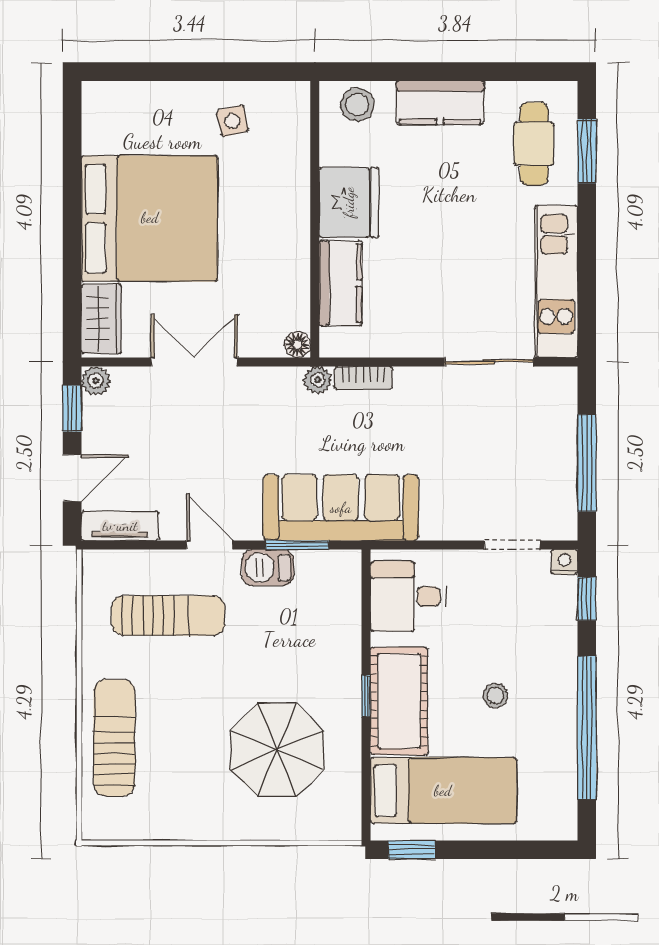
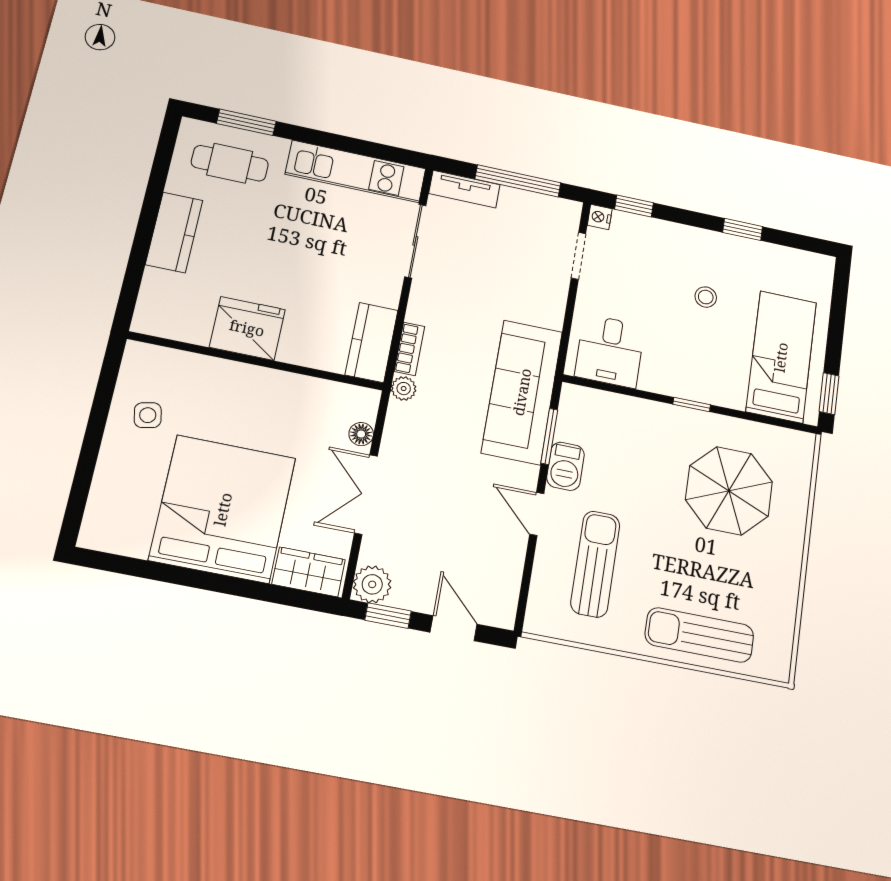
stool: (357, 105) -> (159, 303), removed
kitchen counter: (340, 283) -> (371, 342), moved, turned -90
floor lamp: (297, 345) -> (361, 434), moved
plant: (96, 381) -> (372, 584), width x1.38, depth x1.38
tv unit: (120, 526) -> (464, 189), moved, turned -90
door: (210, 545) -> (537, 514), hinge flipped
cot: (399, 701) -> (700, 377), removed
window: (587, 728) -> (743, 229), width x0.32

